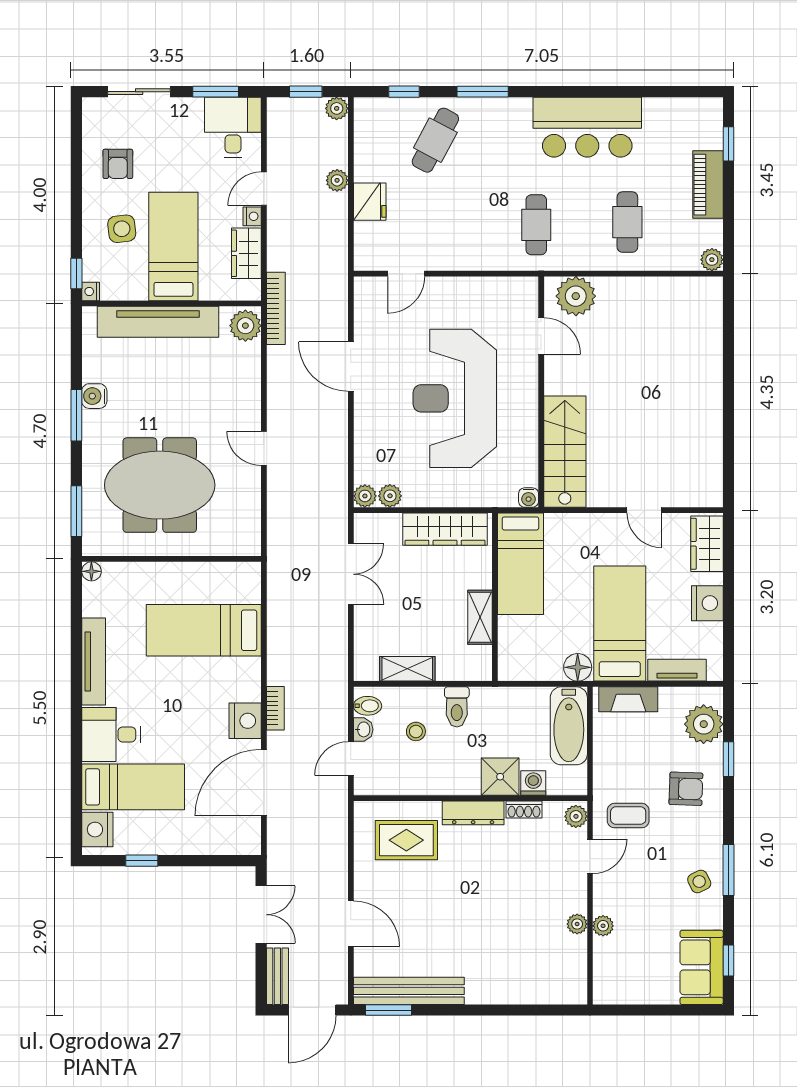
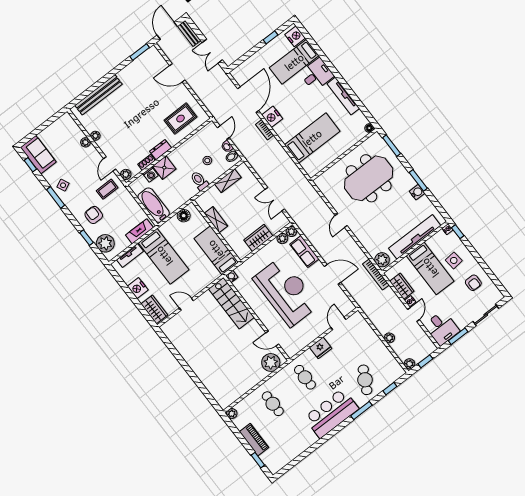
bar counter: (587, 127) -> (331, 413), moved
armchair: (118, 164) -> (473, 283), turned 180
fridge: (370, 202) -> (321, 348), moved, turned -90
row of seats: (369, 444) -> (304, 252), added
door: (264, 448) -> (341, 221), swing flipped
wardrobe: (445, 529) -> (258, 238), width x0.67
floor lamp: (578, 667) -> (184, 216), moved
armchair: (686, 789) -> (94, 215), turned 88
dresser: (473, 813) -> (161, 150), width x0.70
bench: (409, 991) -> (99, 95), moved

